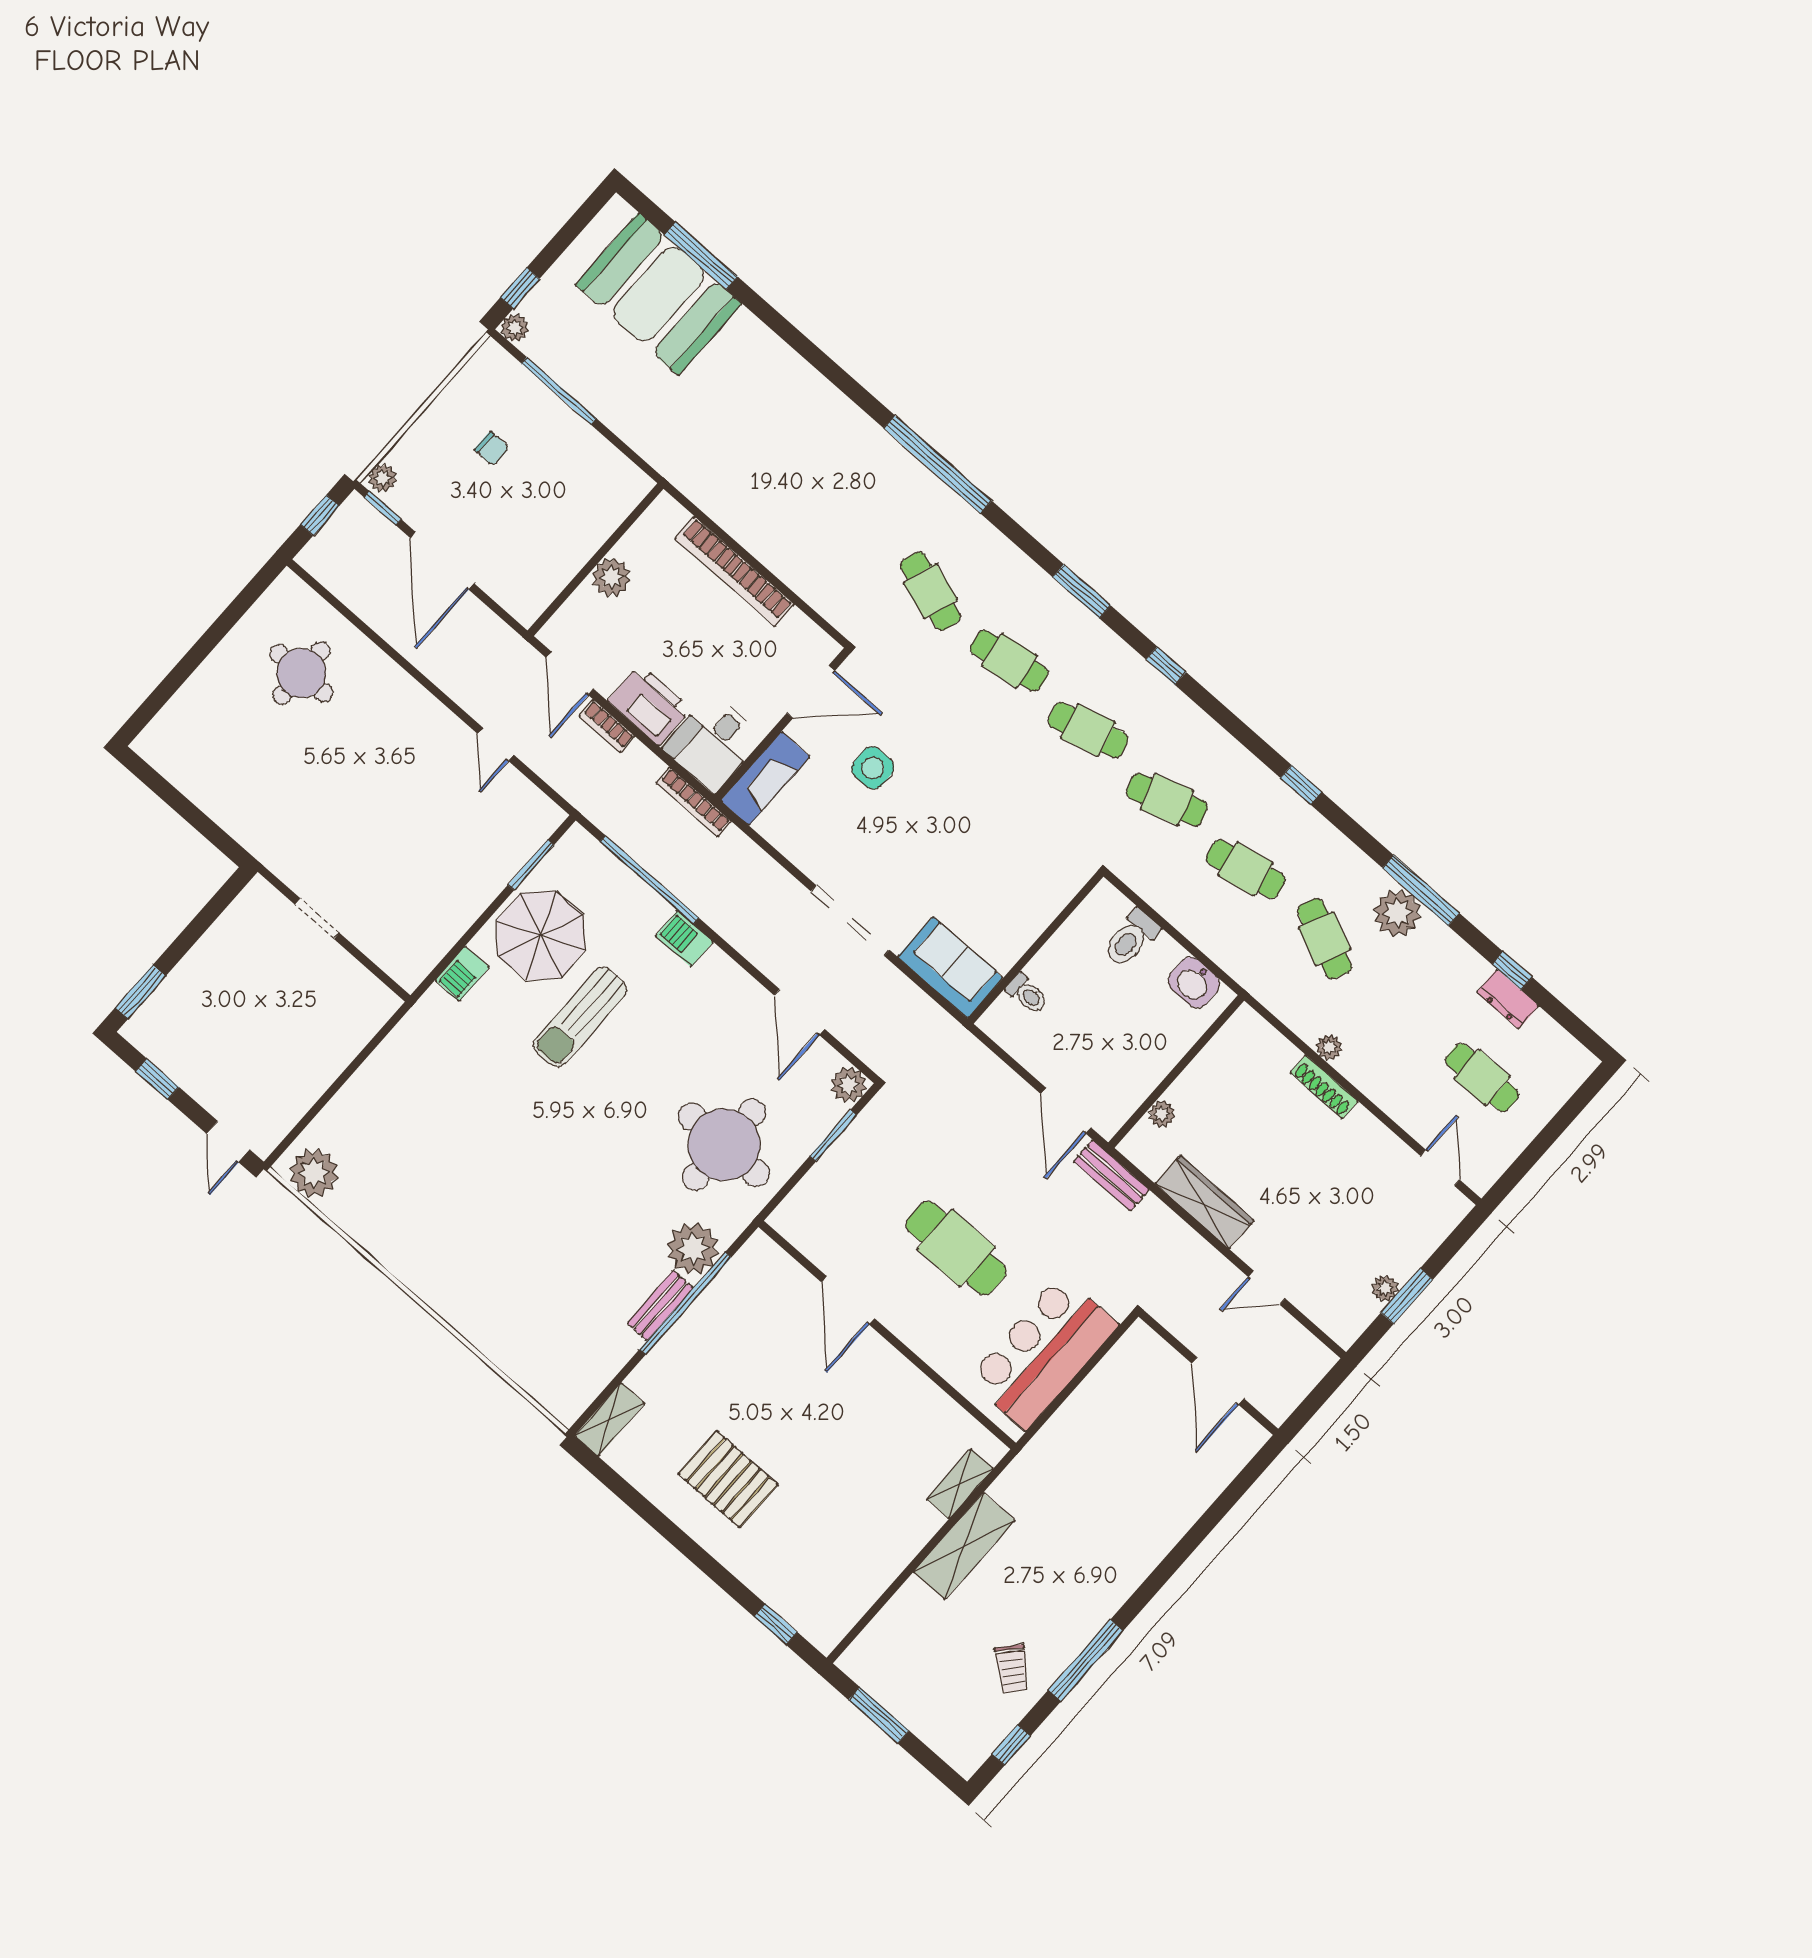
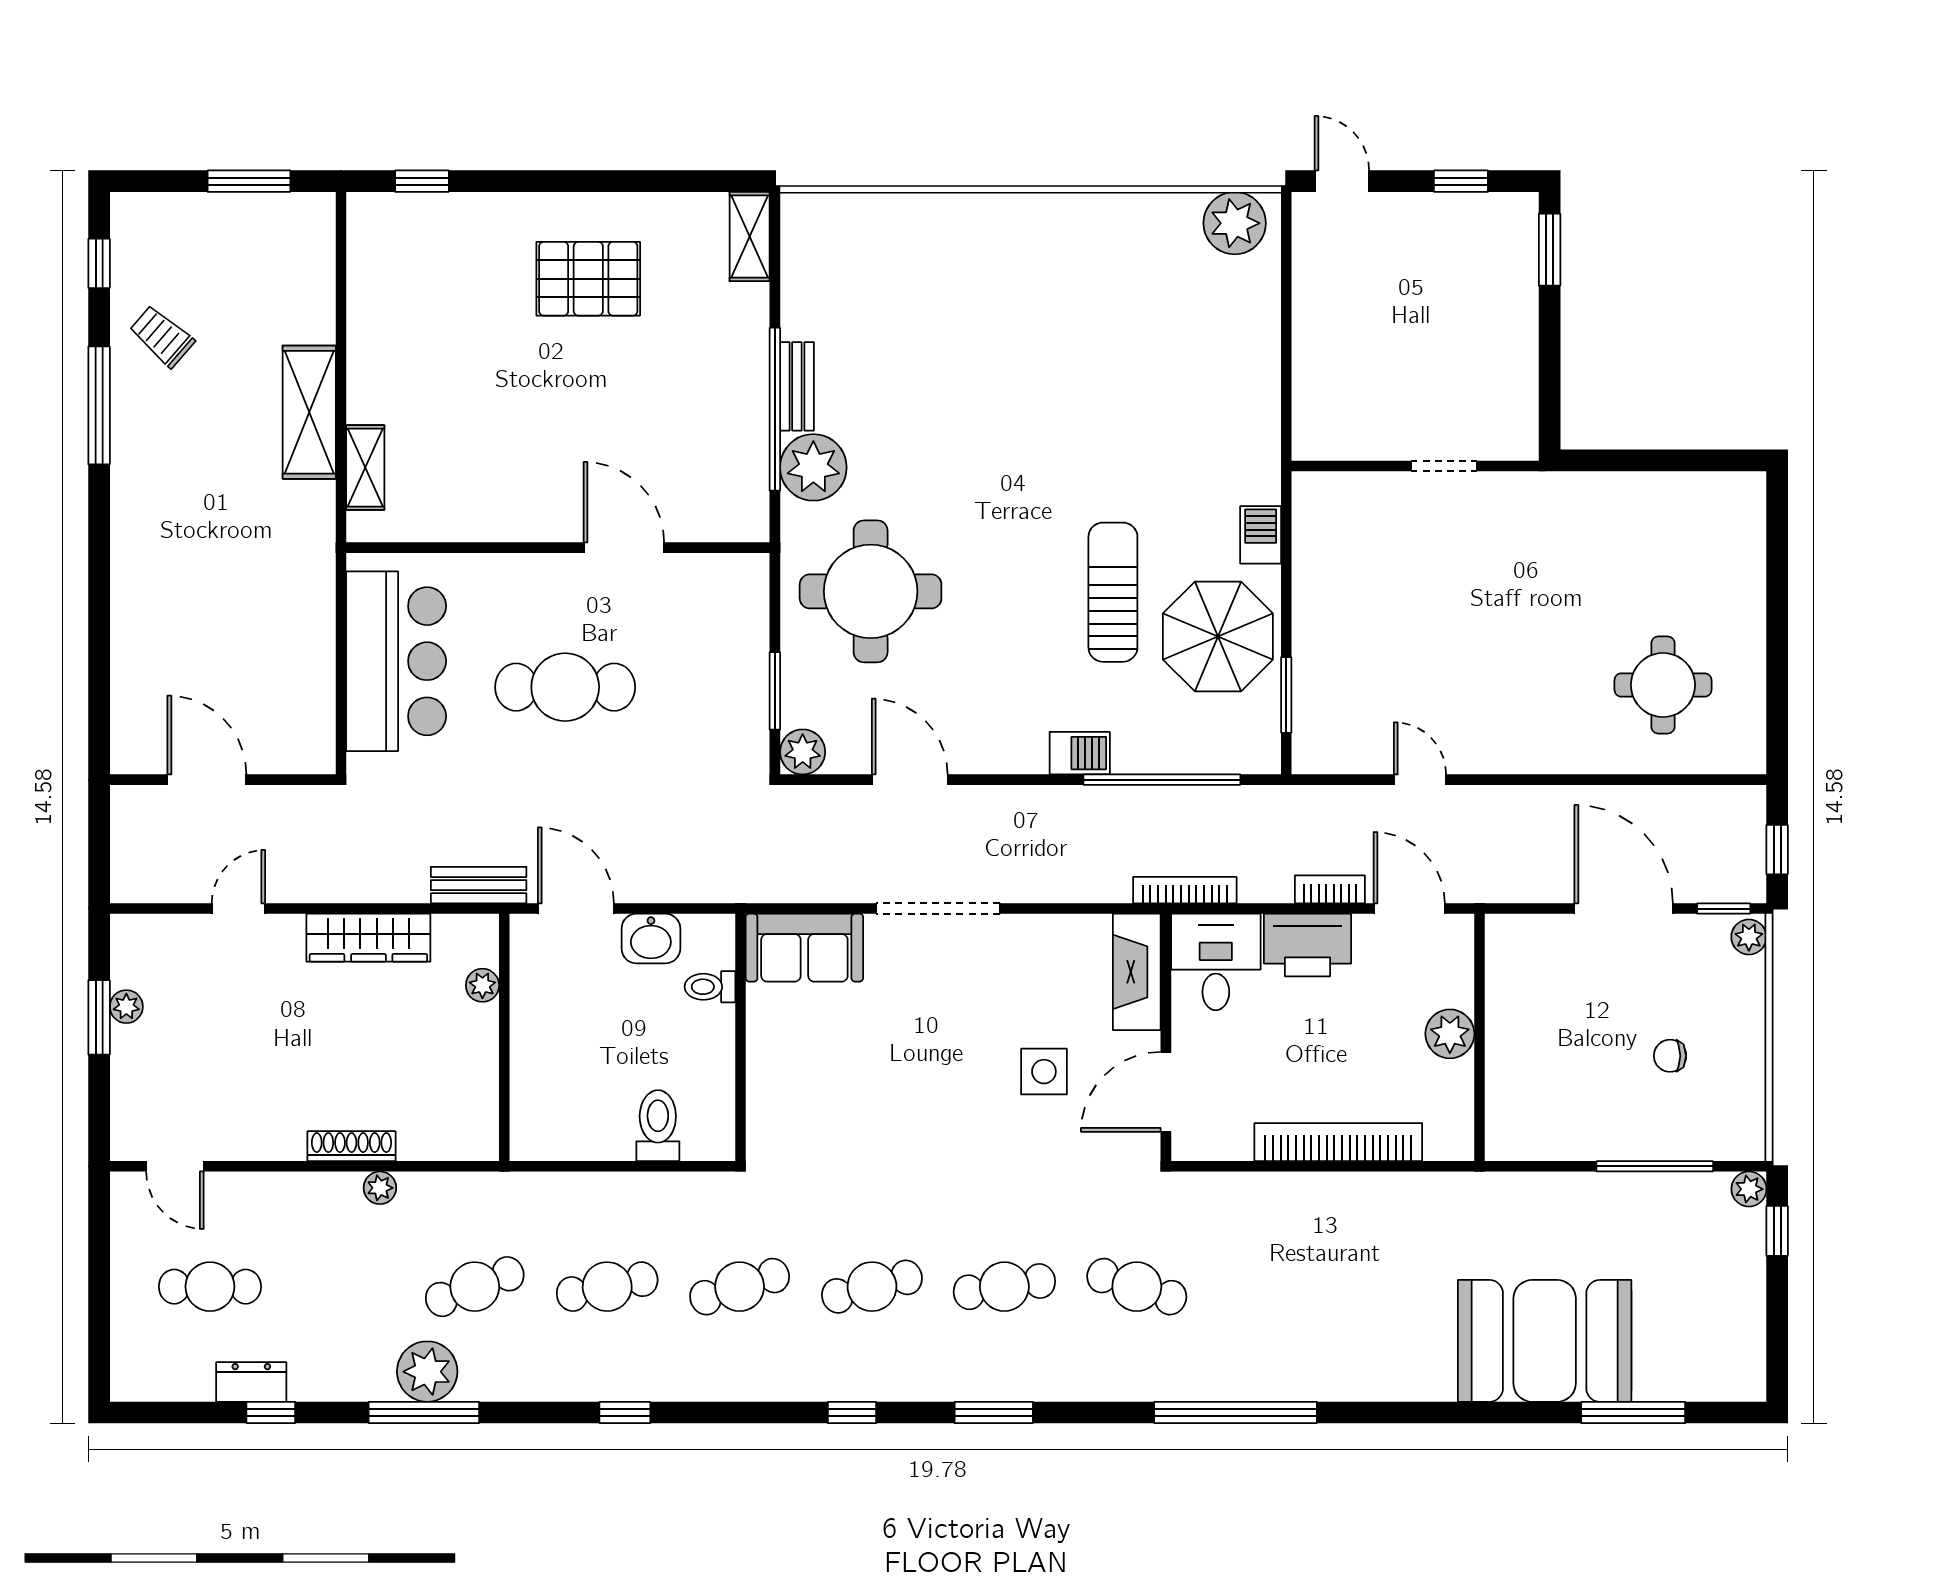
booth: (659, 294) -> (1545, 1341), moved
cafe table: (1325, 939) -> (475, 1287), turned -45
washbasin: (1194, 982) -> (651, 939), moved, turned 180

